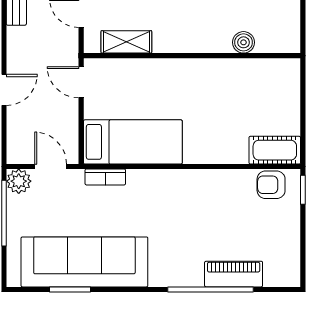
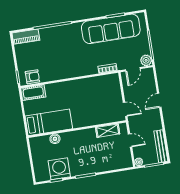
bed: (133, 142) -> (49, 122), moved, turned 180
door: (51, 166) -> (133, 69), hinge flipped
piano: (234, 274) -> (26, 37), moved

